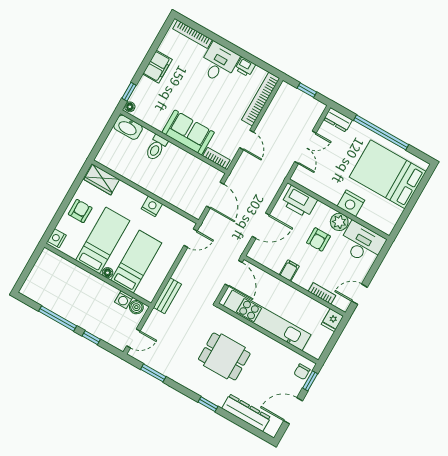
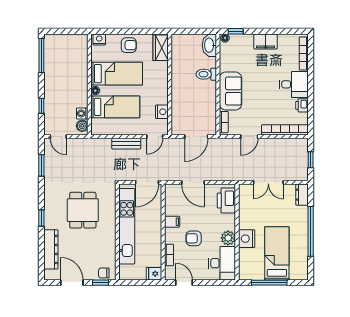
bed: (388, 174) -> (277, 253), width x0.67
nightstand: (152, 206) -> (162, 112), moved
window: (410, 206) -> (269, 283), added
door: (191, 238) -> (155, 137), hinge flipped
armchair: (318, 239) -> (194, 238), moved
bench: (167, 296) -> (126, 144), moved
window: (58, 318) -> (41, 55), moved

